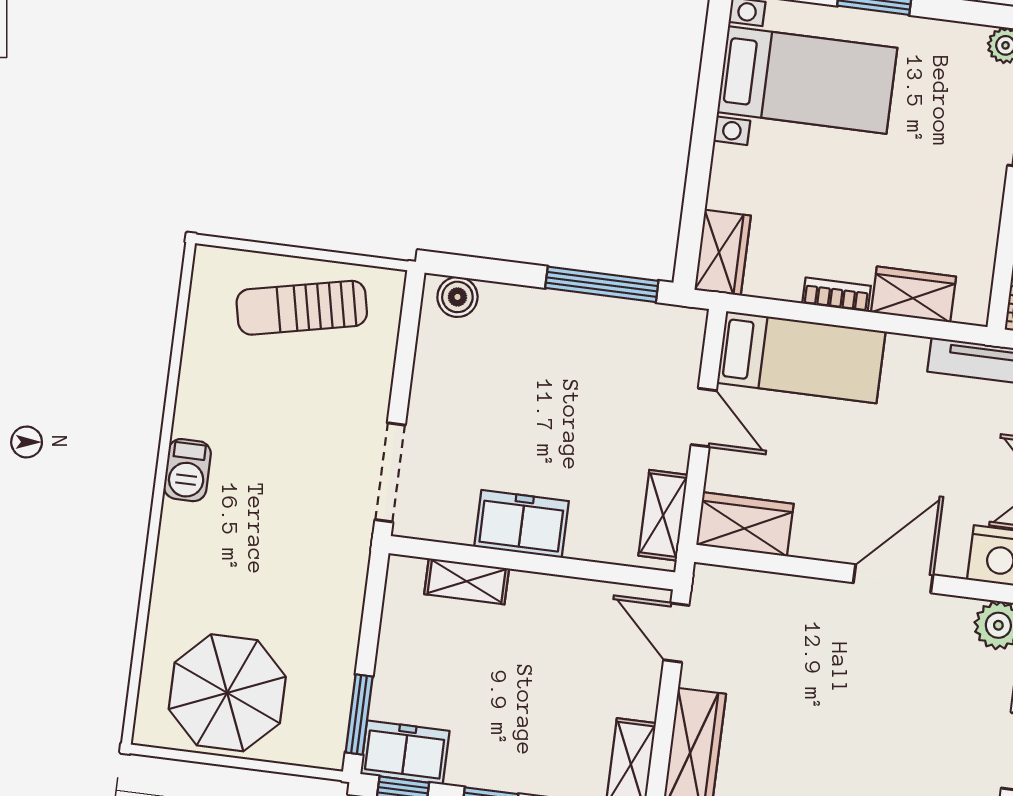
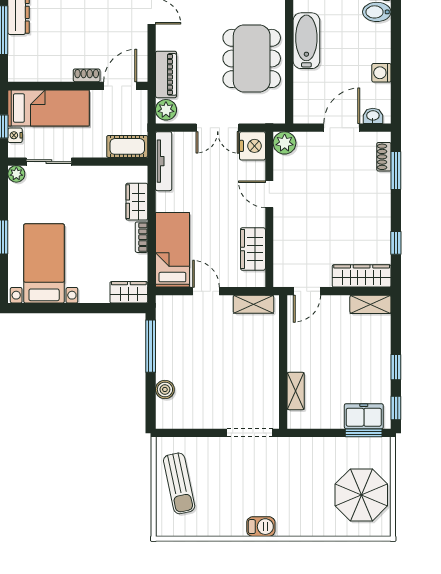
boiler: (457, 297) -> (165, 389), moved
door: (704, 418) -> (206, 291), hinge flipped
freezer: (522, 524) -> (266, 369), removed
wardrobe: (745, 524) -> (253, 249), moved
door: (893, 579) -> (269, 194), width x0.73
freezer: (405, 752) -> (364, 416), moved, turned 90

